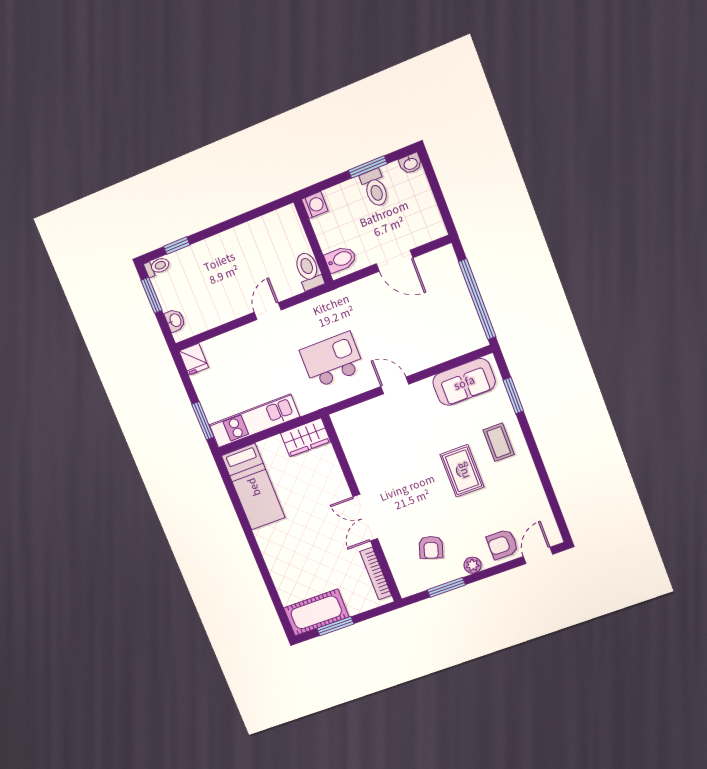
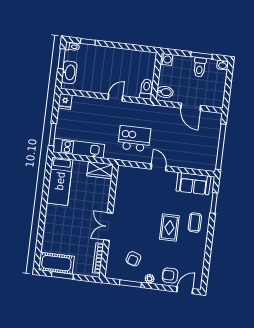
washbasin: (175, 320) -> (69, 72), width x1.91, depth x1.45

